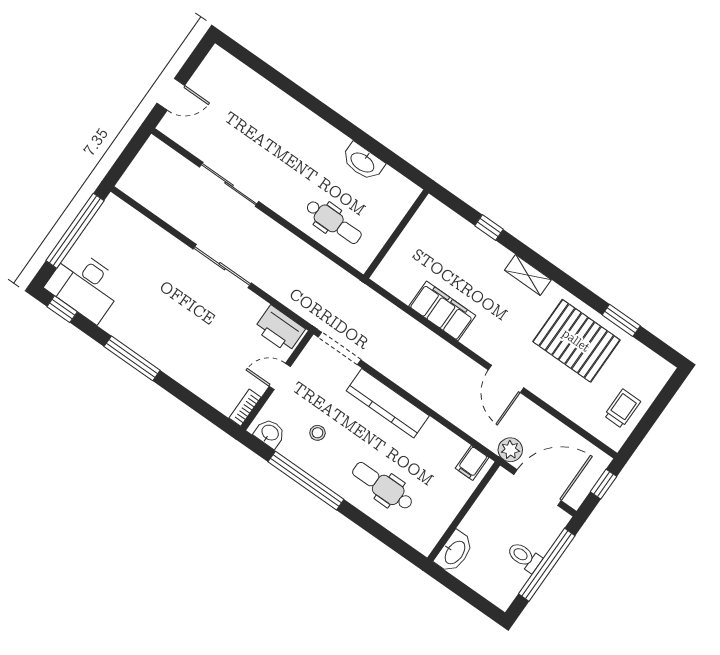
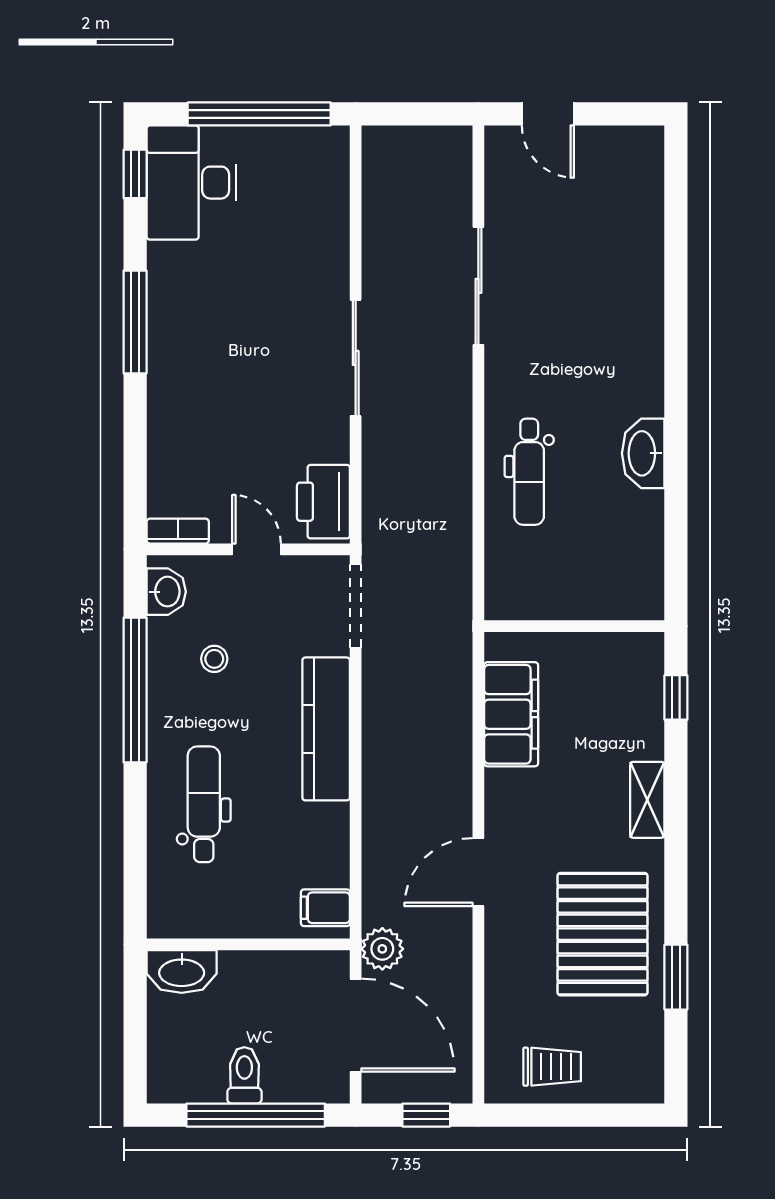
wall: (396, 234) -> (574, 626), moved

